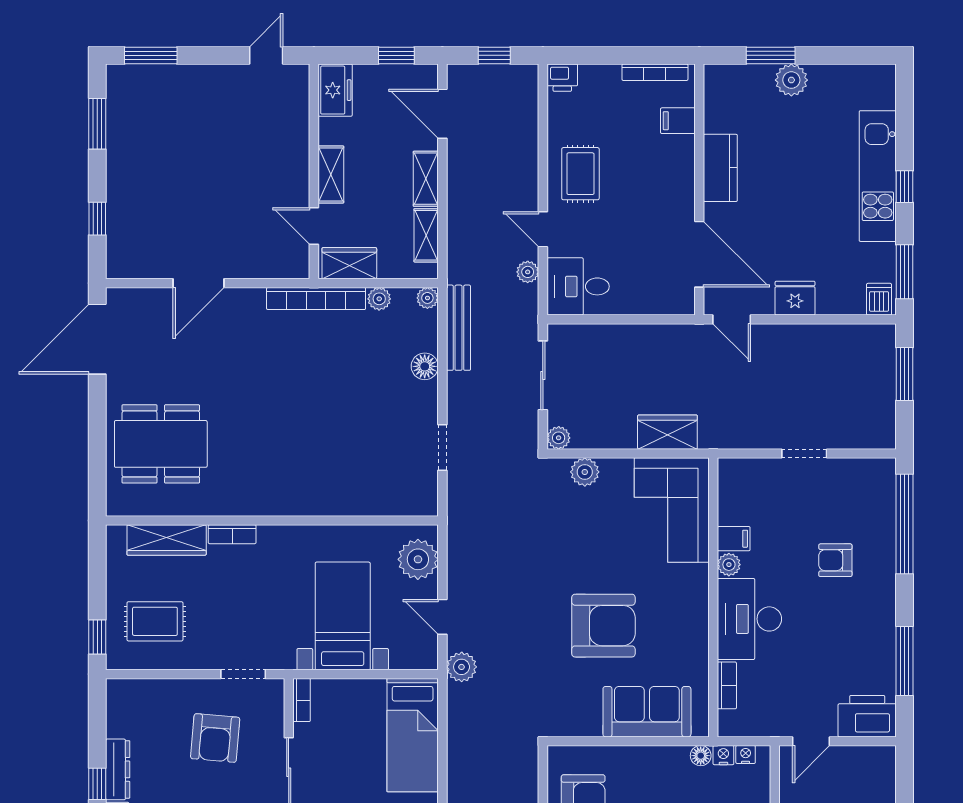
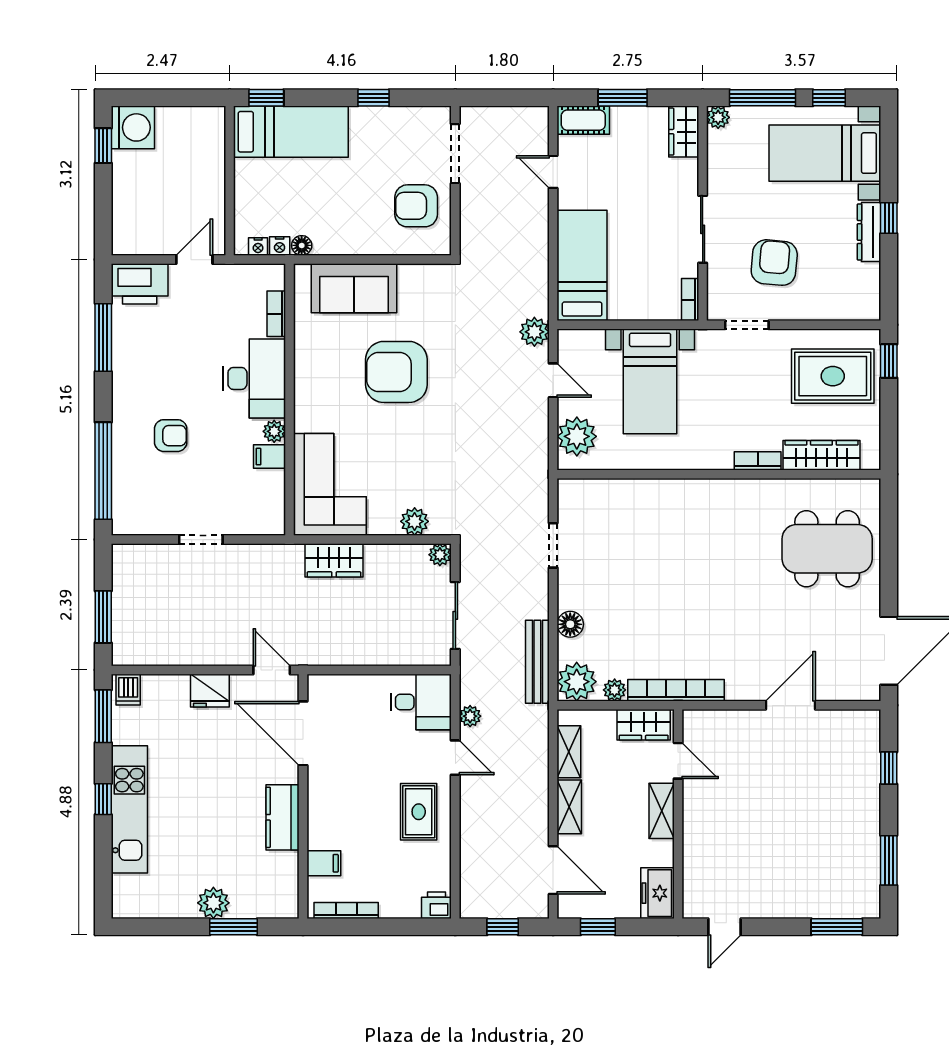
plant: (427, 298) -> (577, 682), width x1.88, depth x1.88
rug: (155, 621) -> (833, 376), width x1.36, depth x1.43

